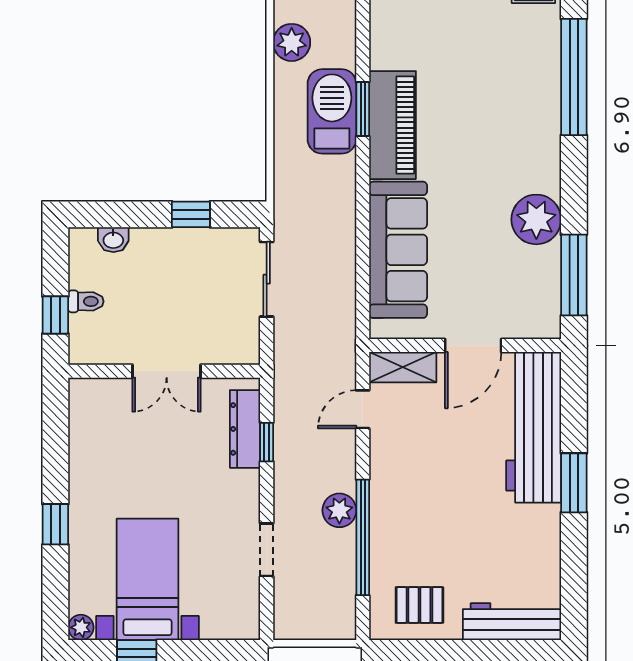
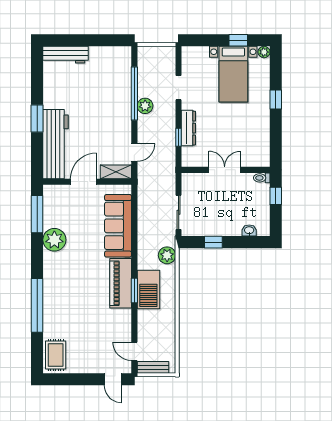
plant: (292, 42) -> (167, 255), moved
toilet: (86, 301) -> (262, 178), moved
dresser: (245, 429) -> (188, 128), moved
pallet: (419, 605) -> (108, 62), removed

